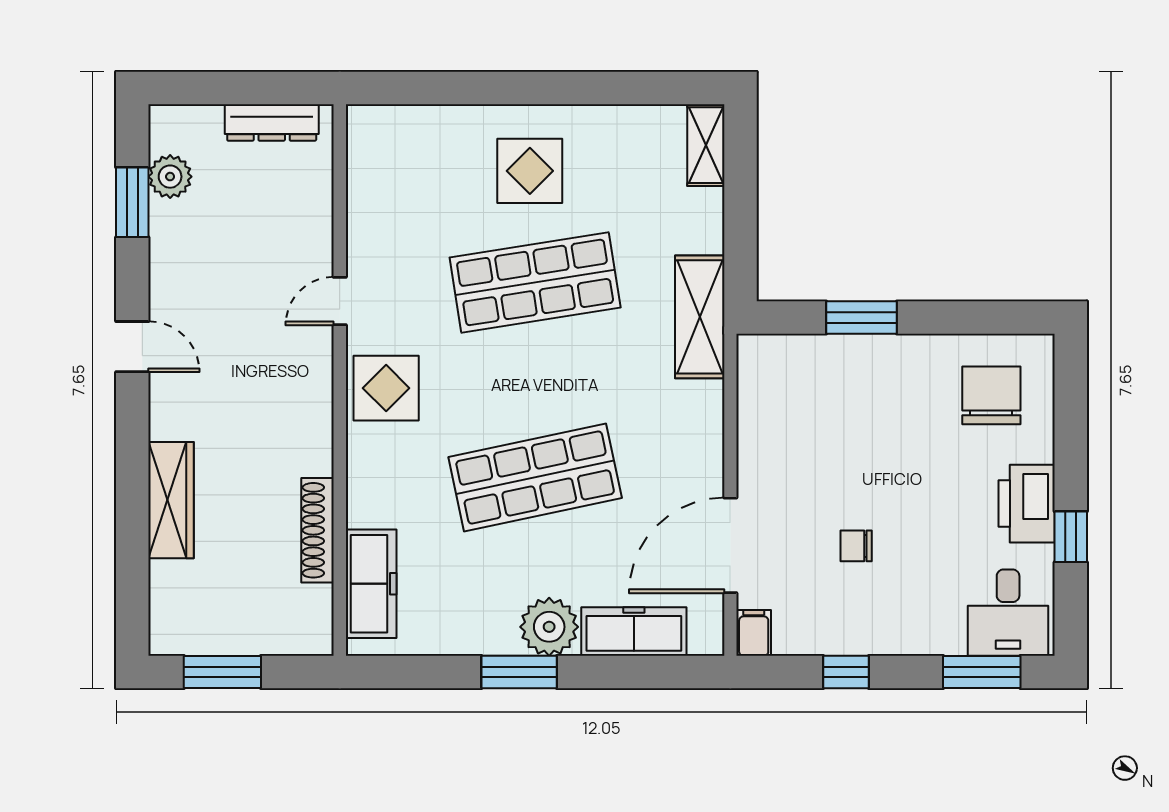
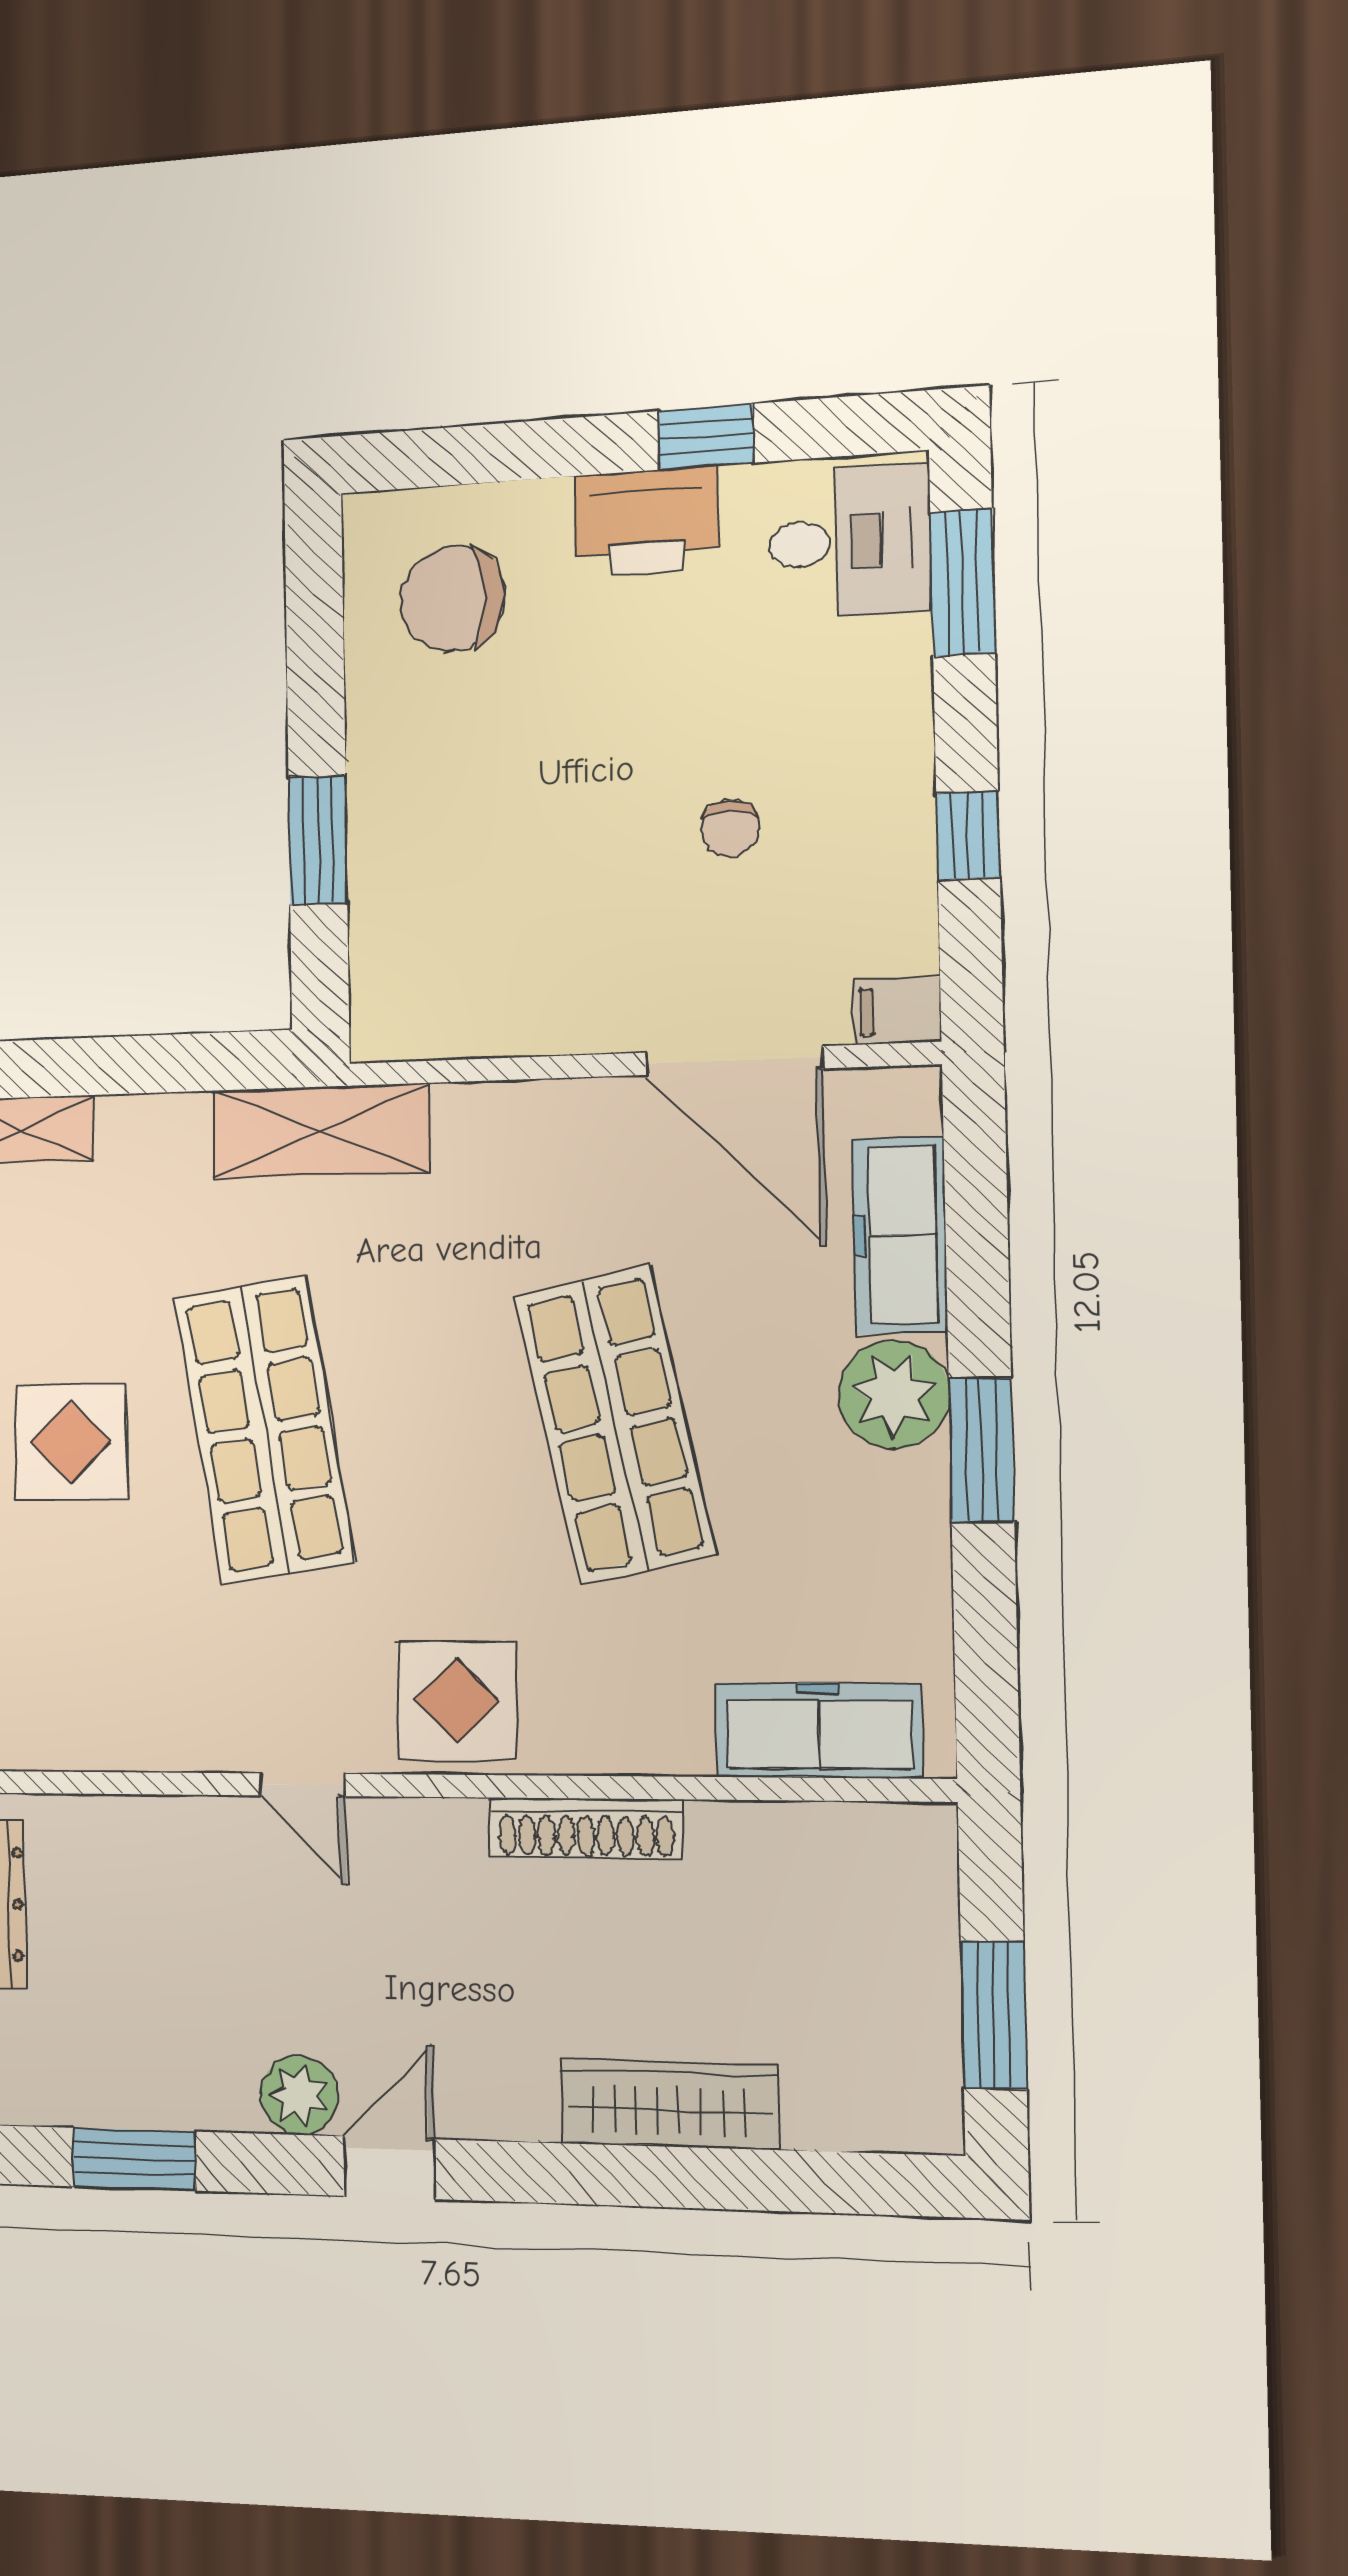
plant: (170, 177) -> (300, 2095), moved
shoe rack: (318, 530) -> (586, 1828), moved

